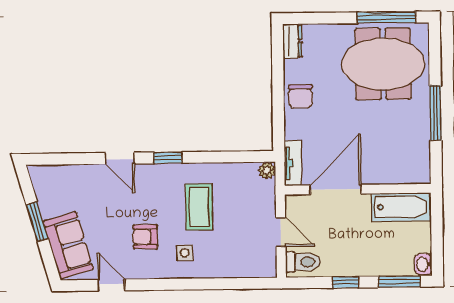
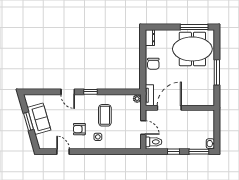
bathtub: (402, 207) -> (200, 117), removed
sofa: (68, 245) -> (39, 119), moved

